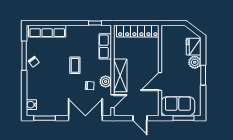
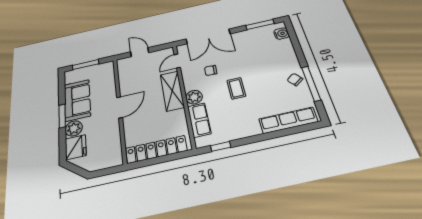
plant: (106, 82) -> (194, 97), moved
door: (160, 82) -> (119, 107), moved
sofa: (178, 106) -> (77, 100), moved, turned -90

